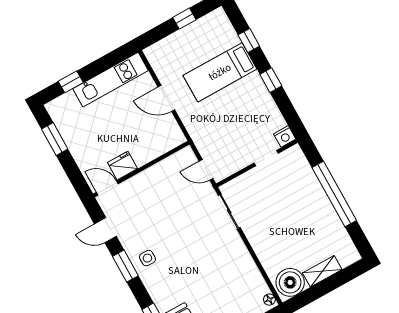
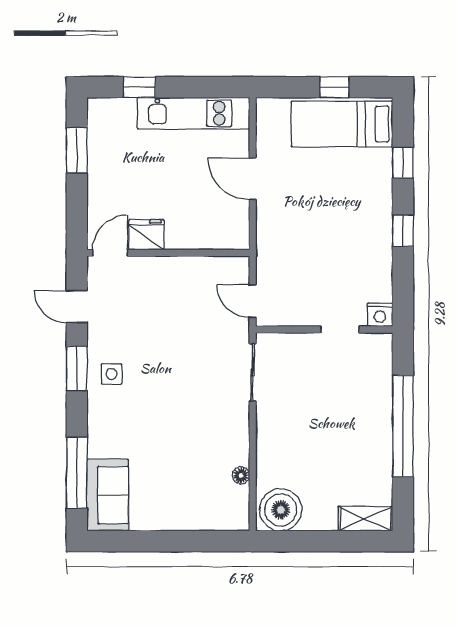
bed: (220, 72) -> (342, 124), moved
door: (107, 188) -> (110, 253), hinge flipped
shelving: (322, 271) -> (365, 519), moved
floor lamp: (269, 300) -> (241, 475), moved

